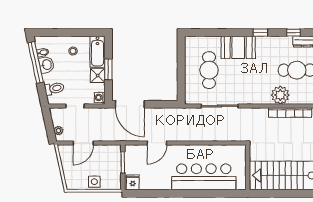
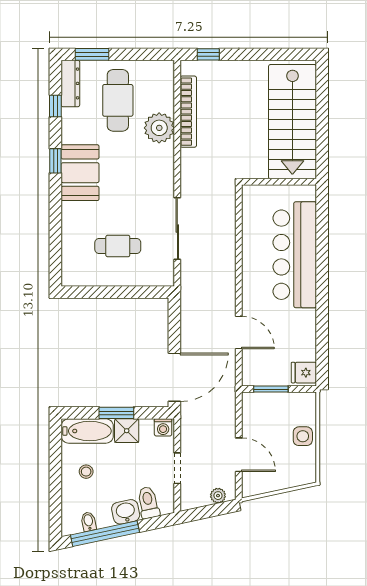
booth: (238, 47) -> (80, 173), moved
washbasin: (47, 65) -> (126, 512), moved
cafe table: (209, 70) -> (118, 246), width x0.73, depth x0.74

